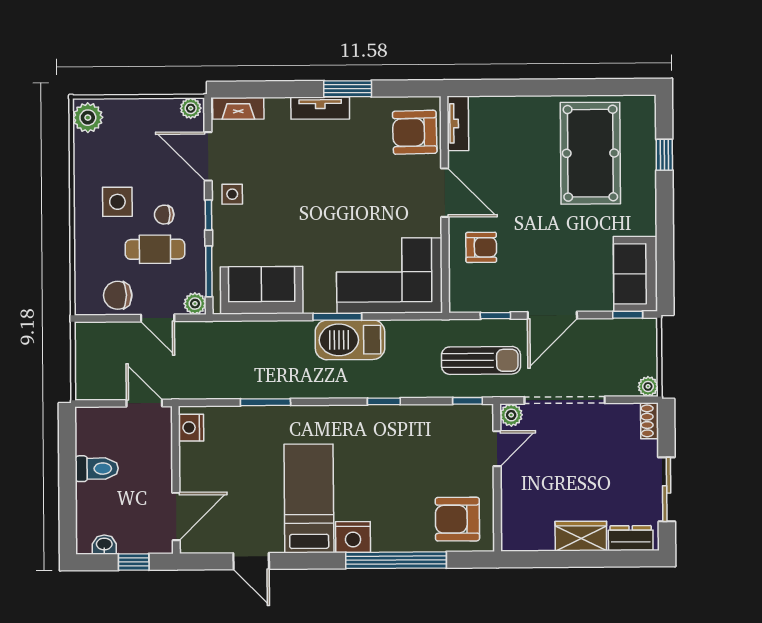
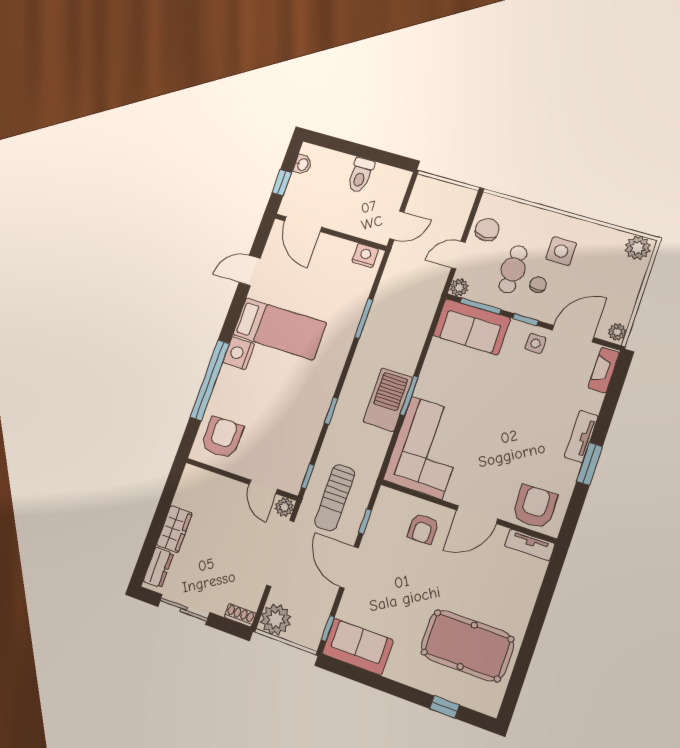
sofa: (262, 290) -> (472, 327), moved, turned 90
plant: (648, 386) -> (276, 619), width x1.88, depth x1.88

